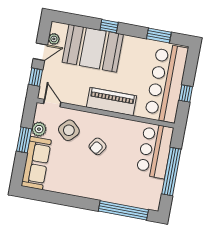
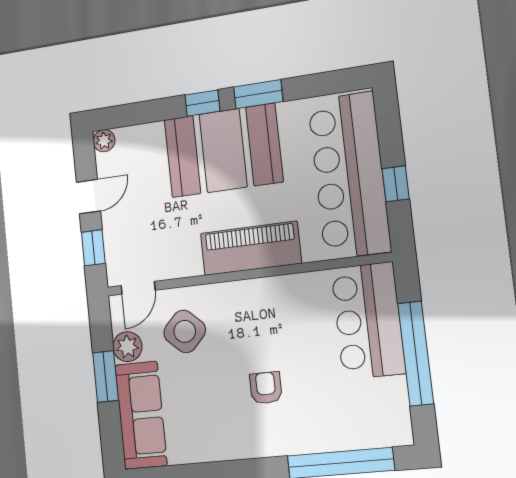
window: (159, 35) -> (258, 94), moved
plant: (54, 39) -> (104, 141), moved
booth: (93, 48) -> (223, 151), moved
door: (52, 103) -> (138, 288), swing flipped
armchair: (98, 146) -> (266, 388), moved, turned 146

